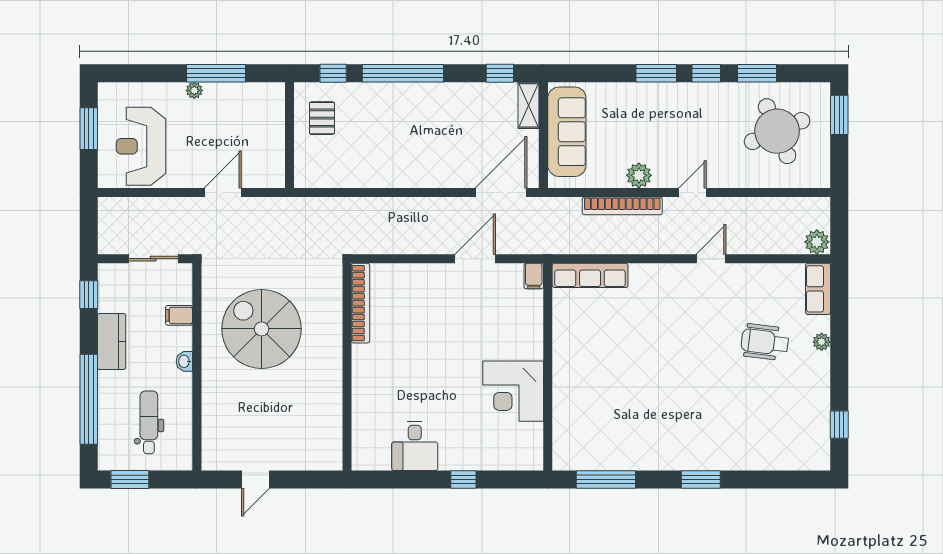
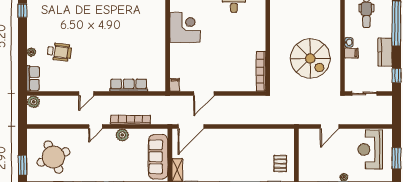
reception desk: (141, 146) -> (370, 149), turned 180
row of seats: (590, 275) -> (129, 85), moved
filing cabinet: (179, 315) -> (351, 53), moved

